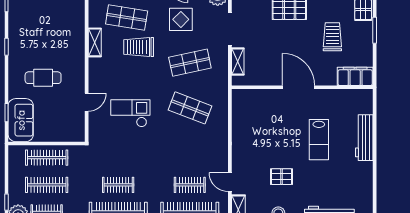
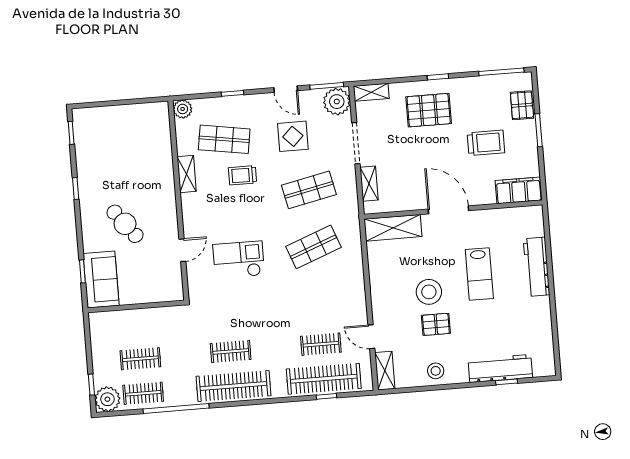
trolley: (332, 37) -> (486, 143), turned 90
trolley: (139, 47) -> (243, 175), width x0.73, depth x0.72
cafe table: (43, 78) -> (125, 224), turned 52
shelving: (254, 98) -> (393, 228), added
shop shelf: (190, 108) -> (313, 247), turned -42
stool: (278, 151) -> (429, 292), added
clothes rail: (47, 158) -> (138, 324), removed
clothes rail: (47, 185) -> (140, 359), width x0.73

